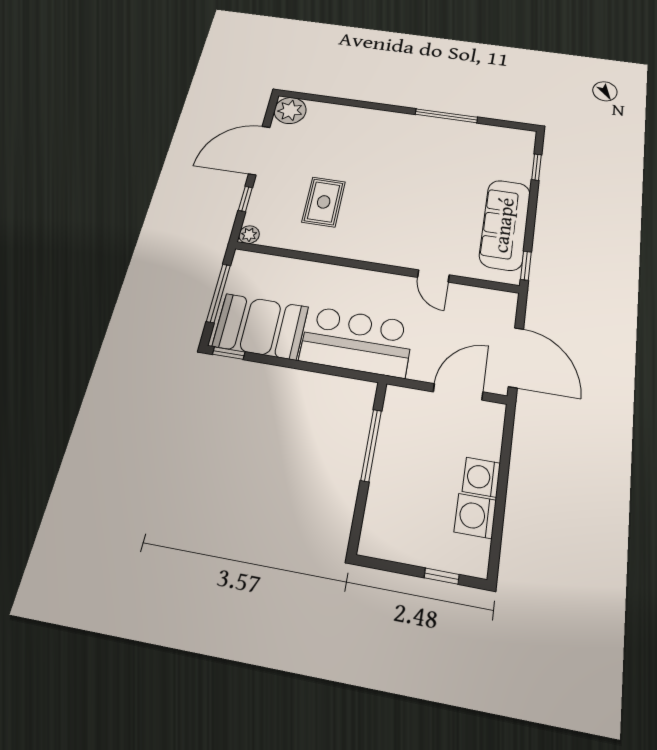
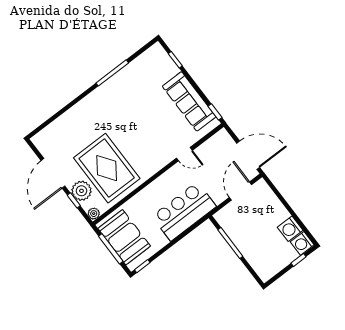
plant: (290, 110) -> (81, 191), moved
rug: (324, 202) -> (107, 168), width x1.86, depth x2.06
booth: (261, 326) -> (124, 237), moved, turned 90
washing machine: (481, 477) -> (302, 243), moved

